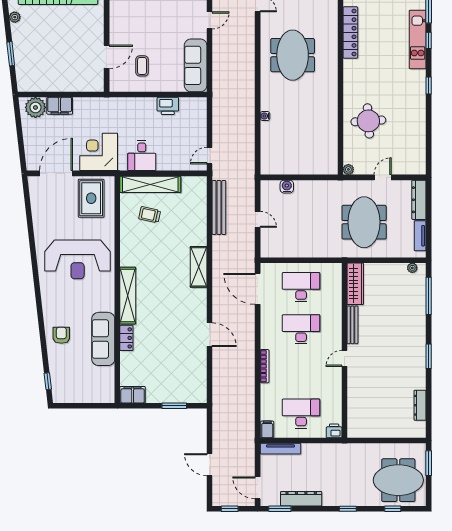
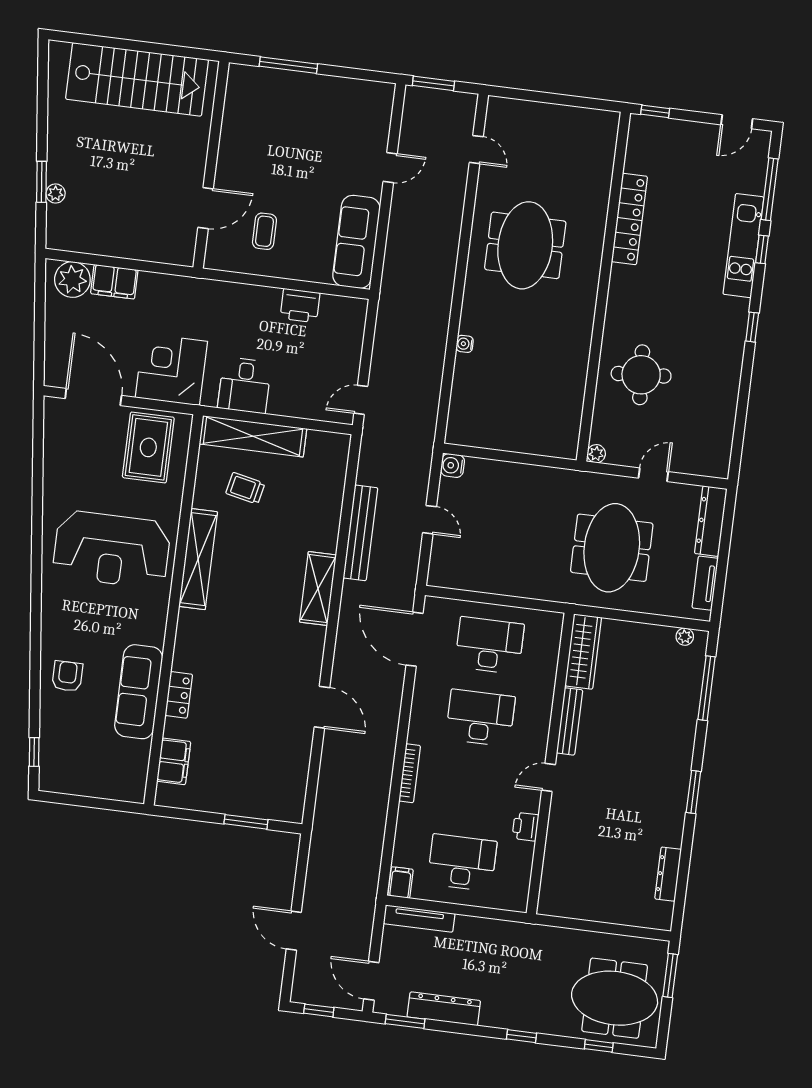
plant: (15, 17) -> (56, 194), moved
door: (56, 173) -> (93, 397), hinge flipped
water cooler: (287, 187) -> (453, 465), moved, turned -90
bench: (219, 207) -> (360, 533), moved
shelving: (128, 296) -> (198, 559), moved
filing cabinet: (133, 395) -> (174, 761), moved, turned 90
printer: (334, 431) -> (525, 827), moved, turned -90

